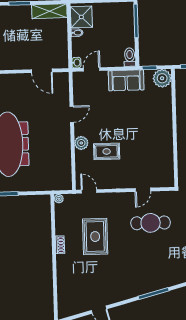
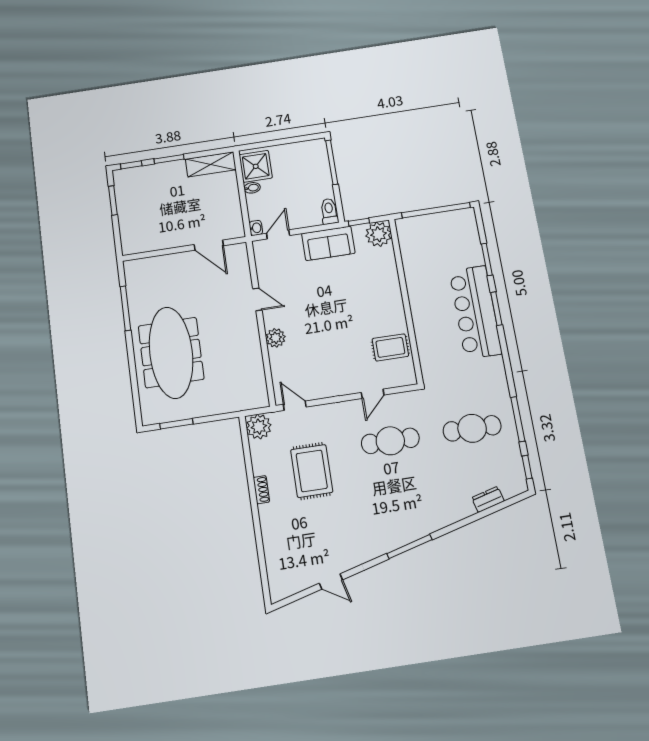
door: (72, 114) -> (257, 299), hinge flipped
rug: (107, 151) -> (390, 347), moved
plant: (59, 199) -> (259, 427), width x1.88, depth x1.88

